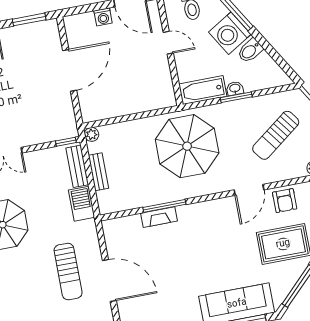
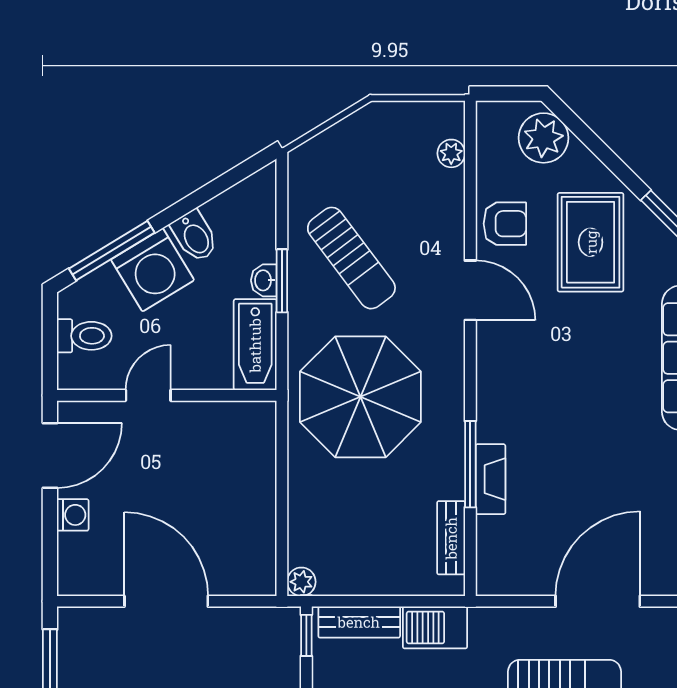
sun lounger: (276, 135) -> (351, 258), moved
bench: (98, 172) -> (451, 538), moved, turned 90

